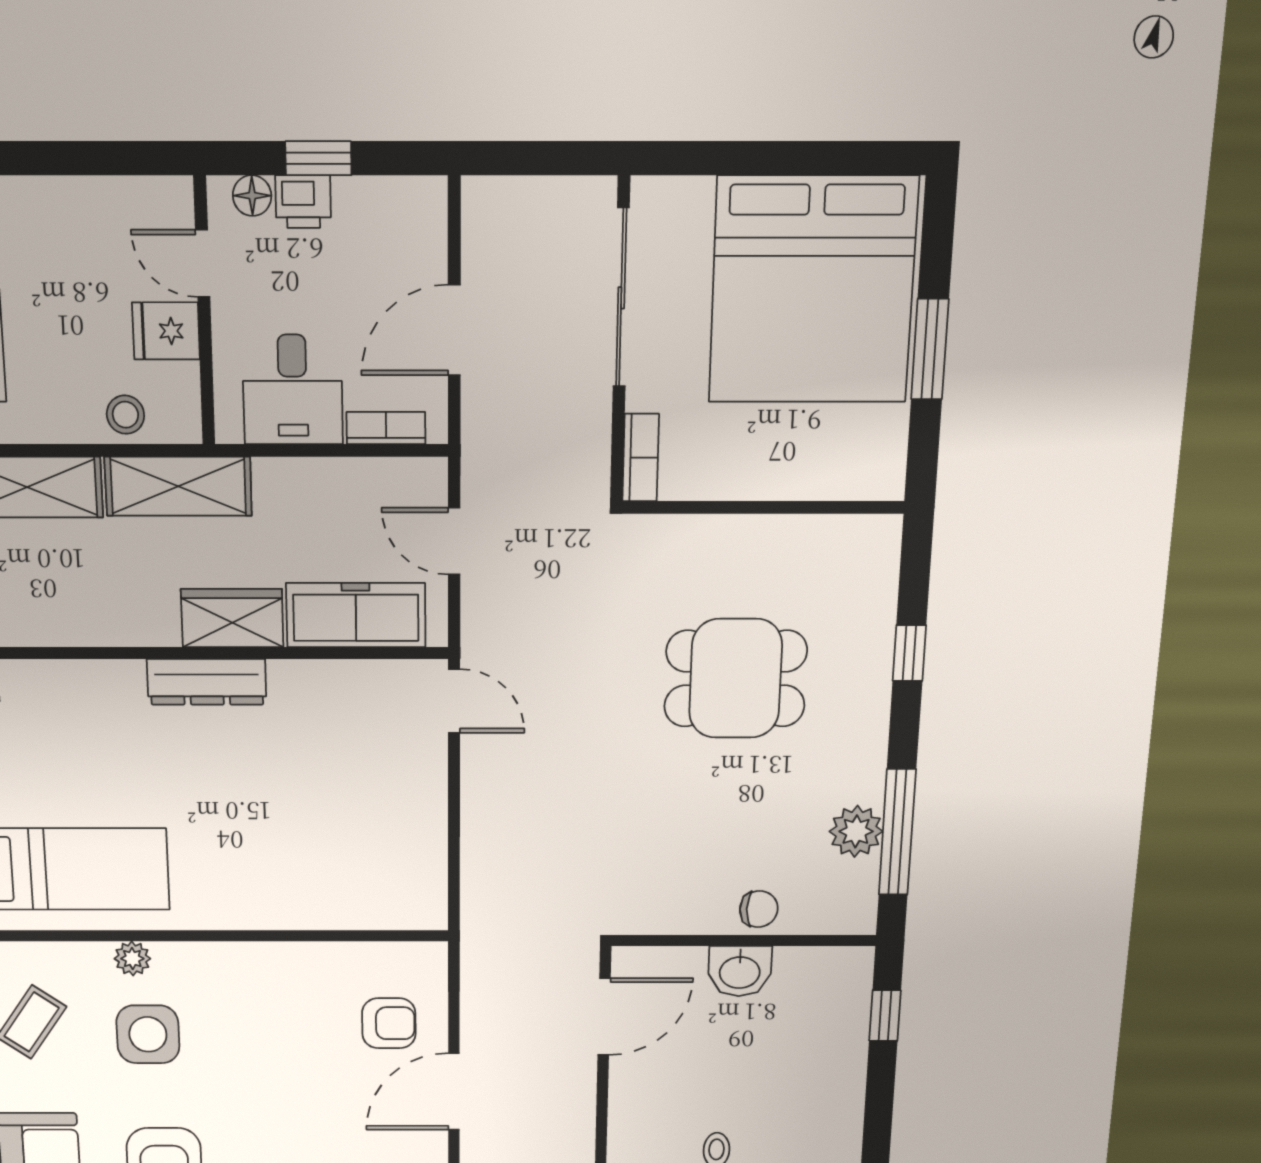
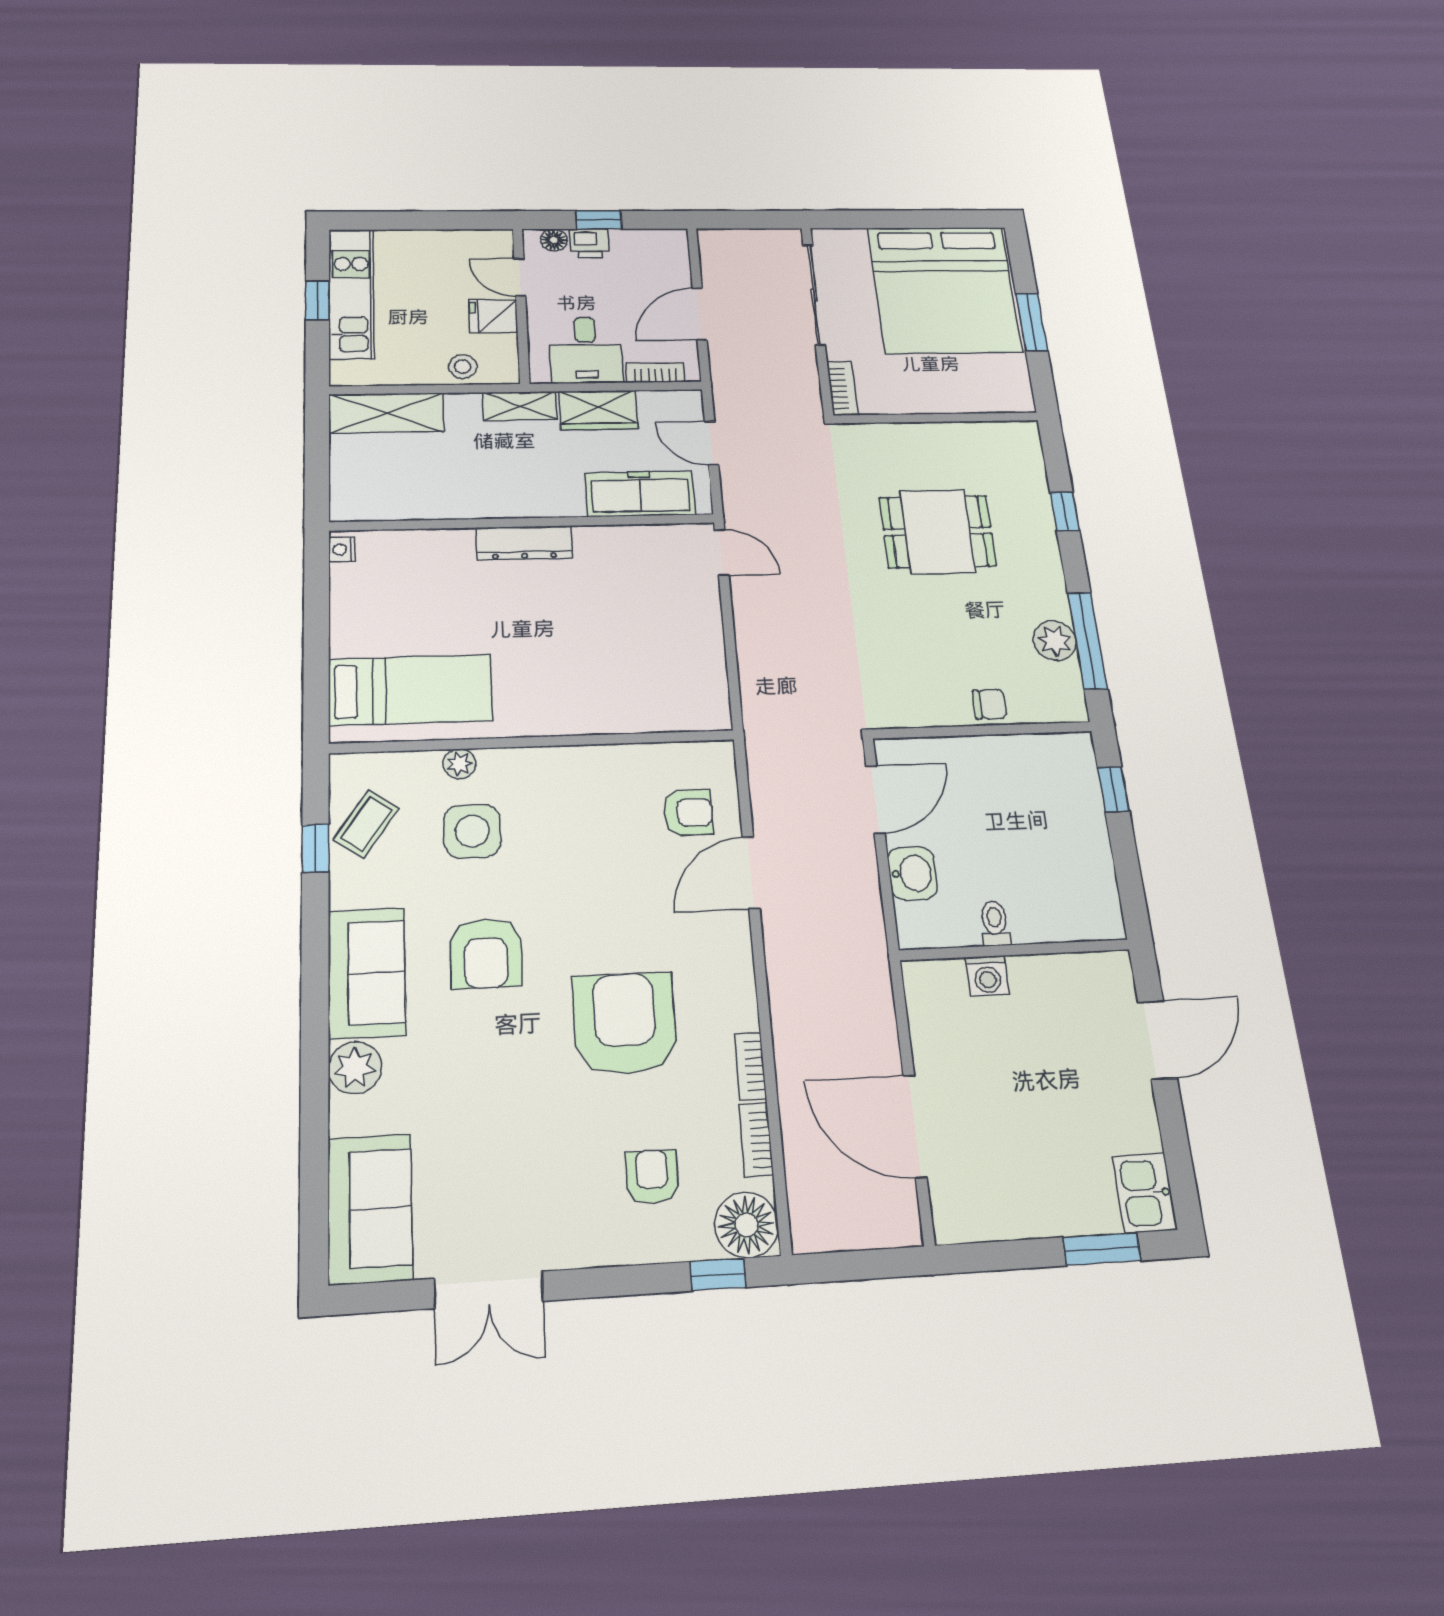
shelving: (178, 486) -> (520, 406), width x0.67, depth x0.75
wardrobe: (232, 618) -> (598, 410), moved, turned 180
washbasin: (740, 971) -> (912, 873), moved, turned -90

